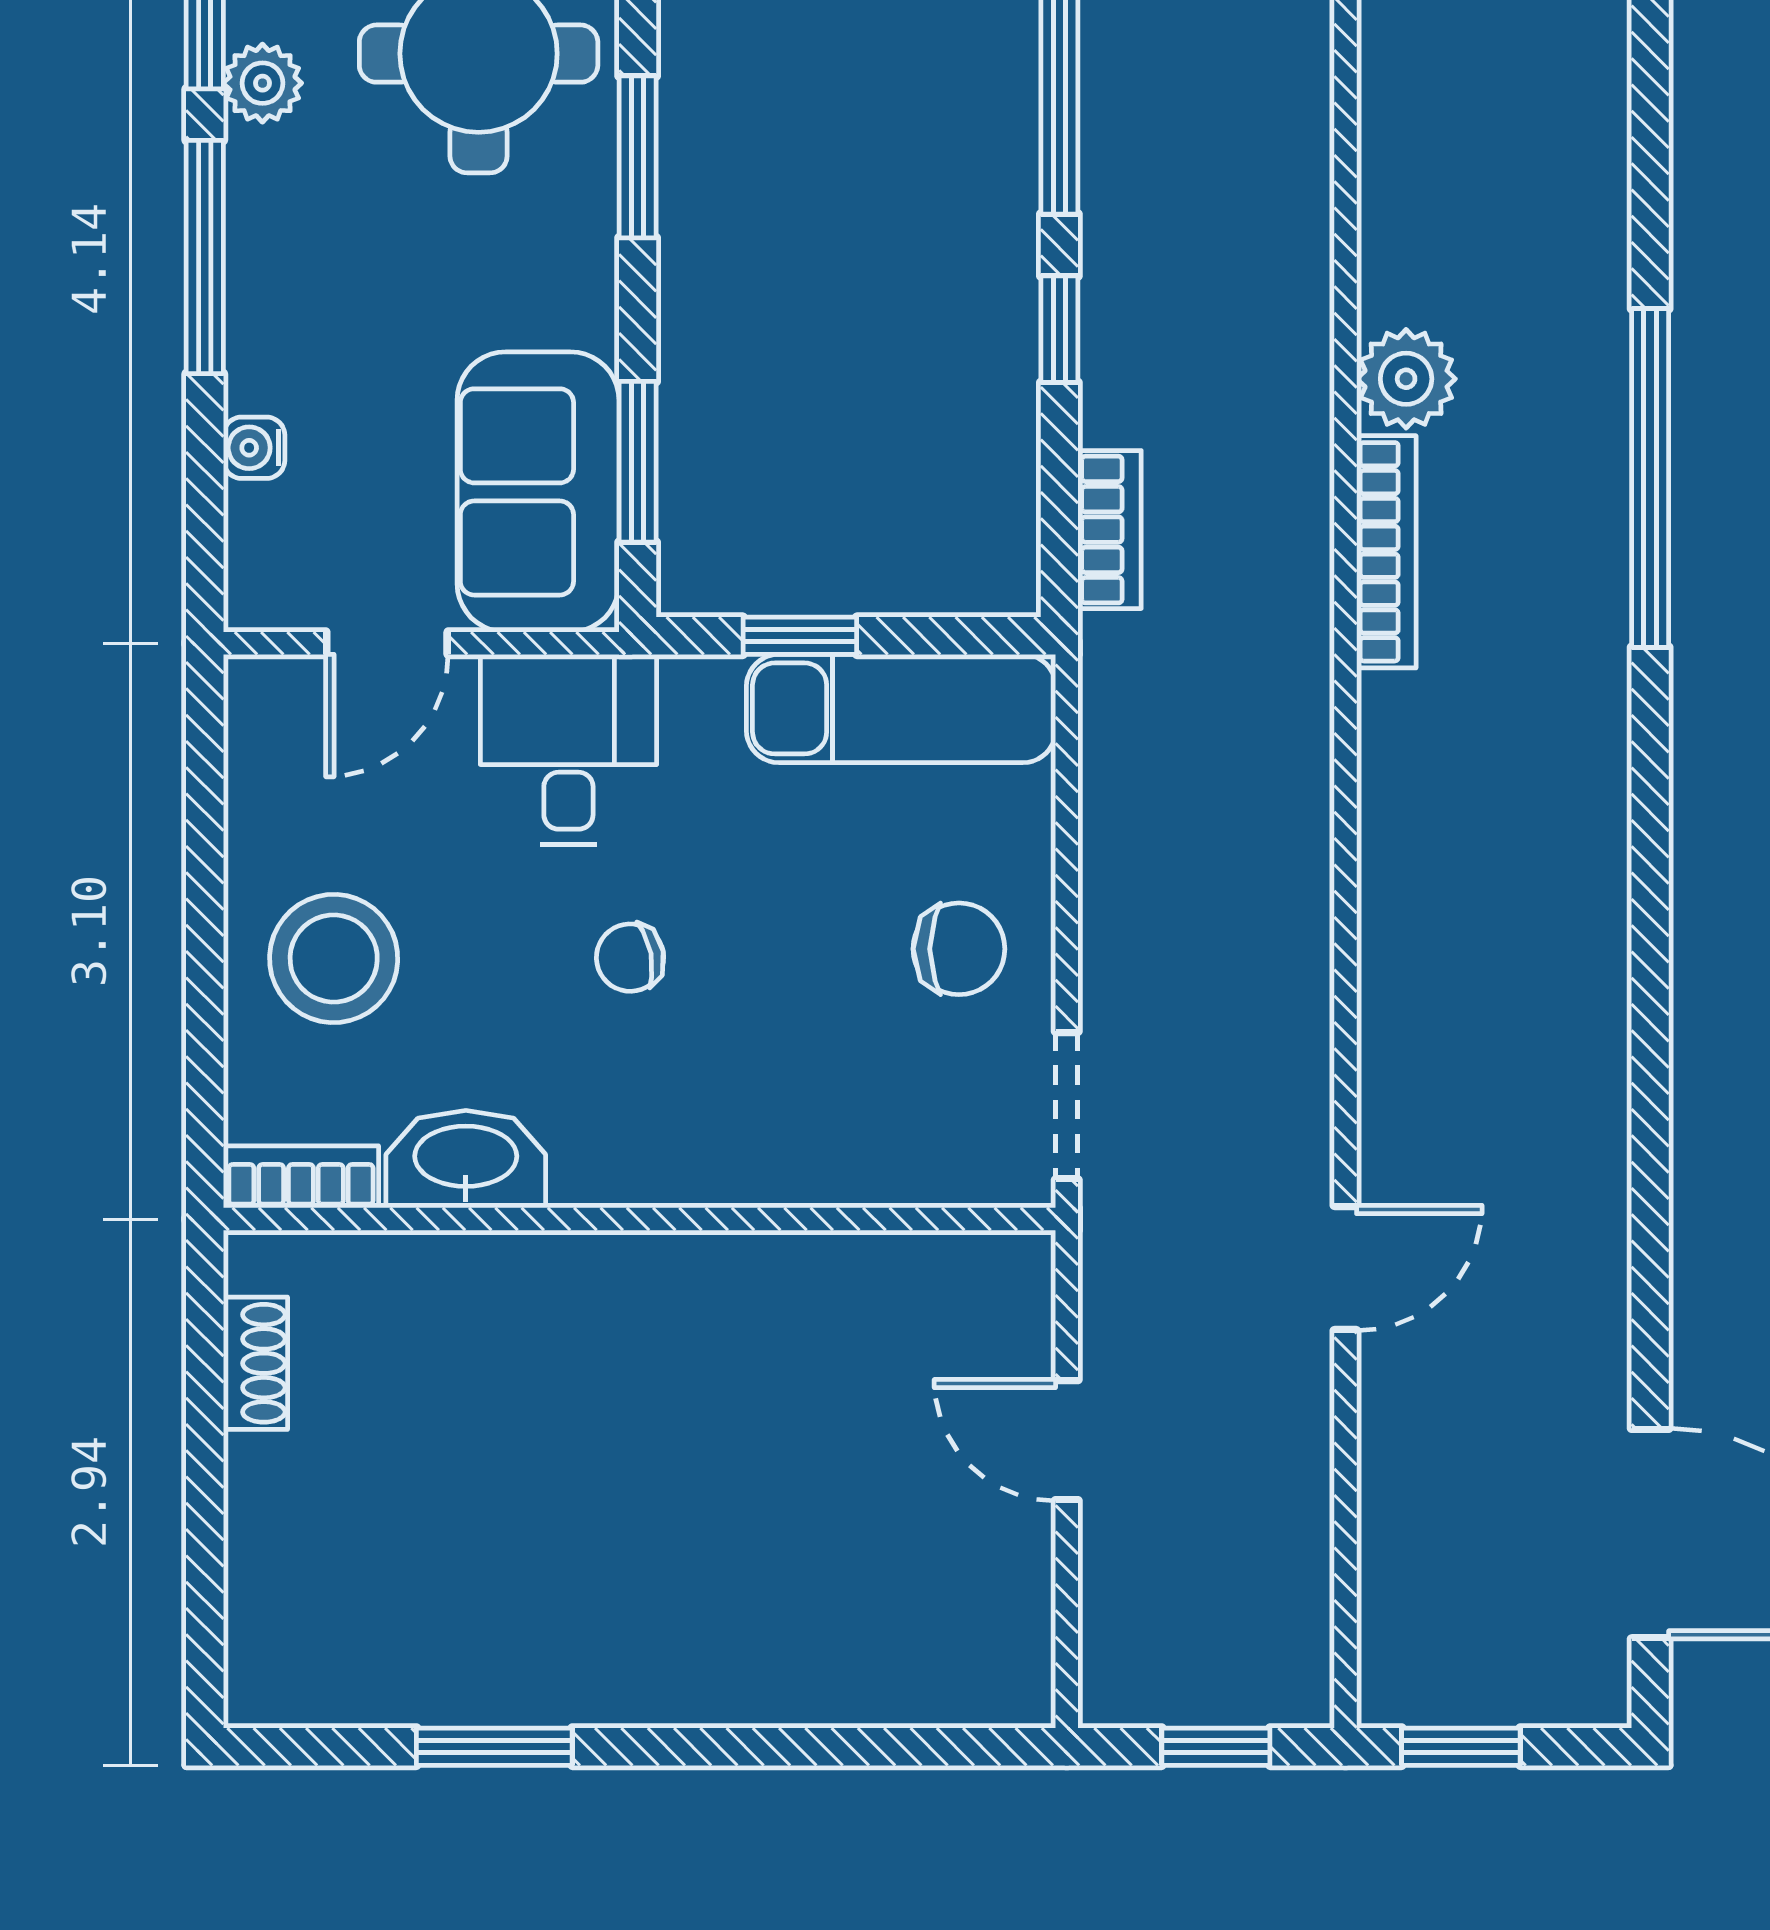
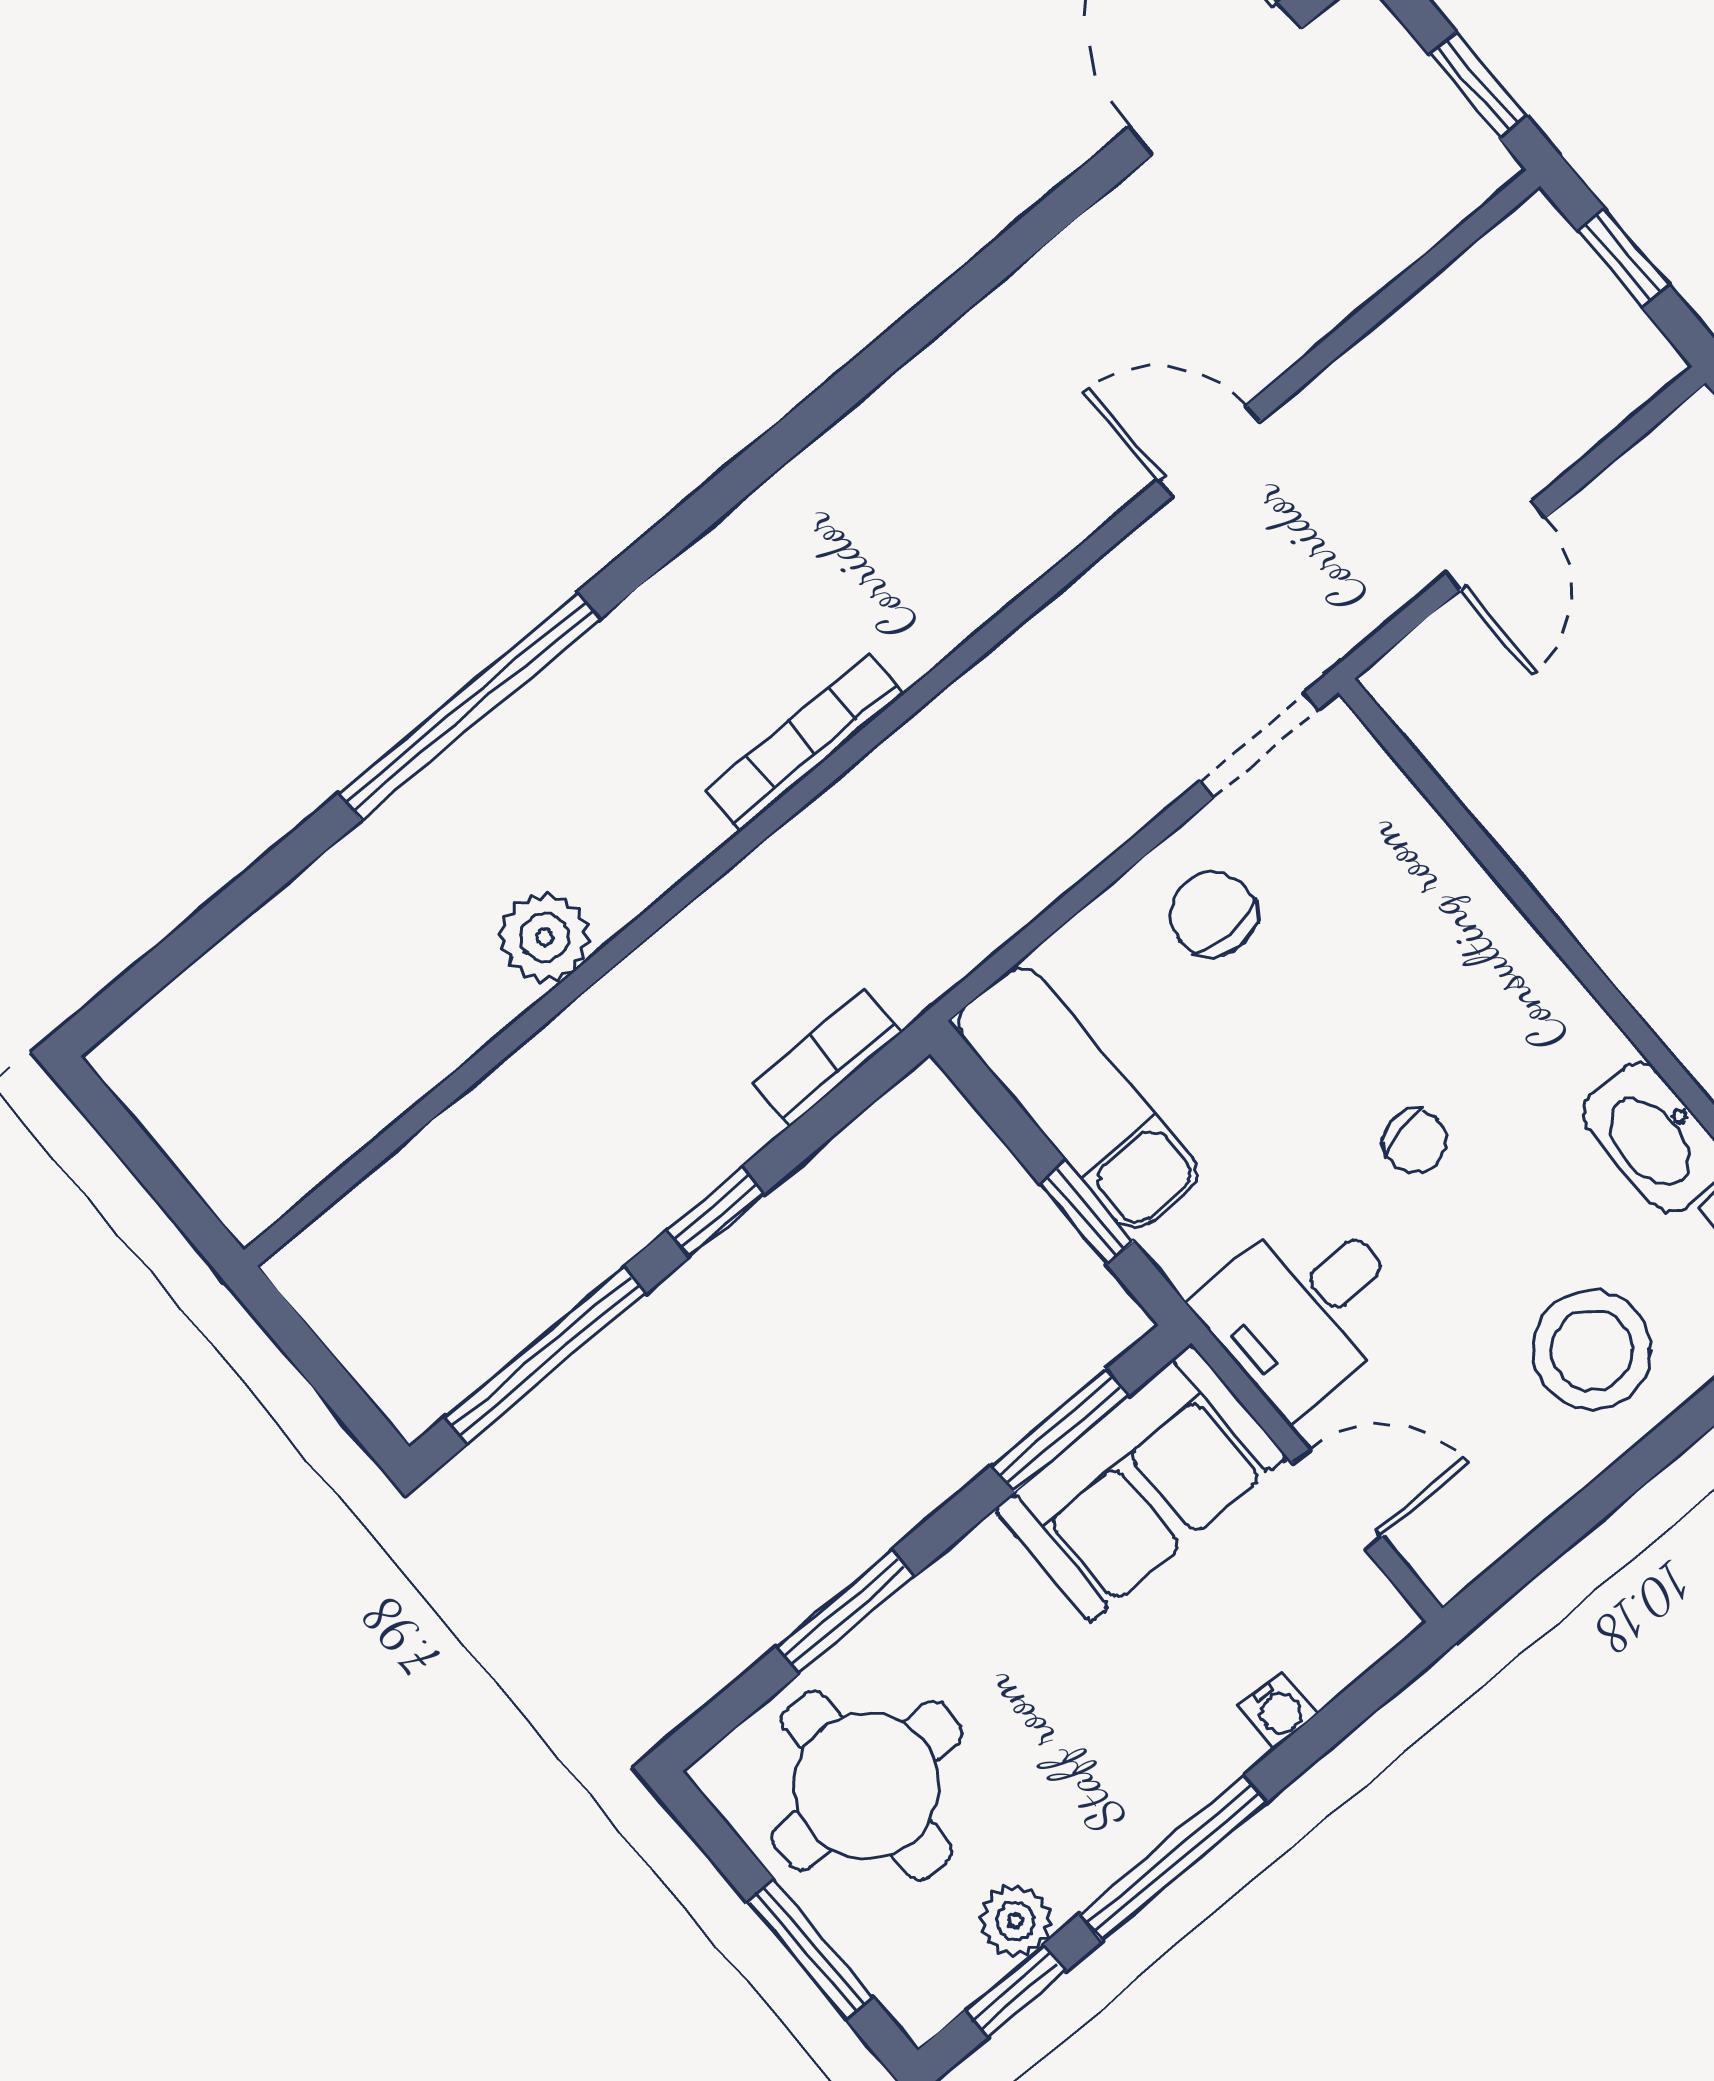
bookcase: (1386, 552) -> (805, 742), moved

